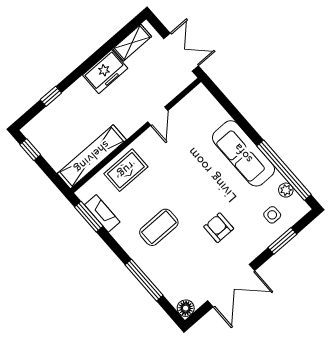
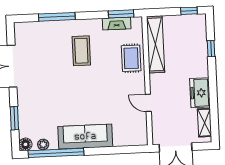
side table: (272, 215) -> (35, 125), removed
armchair: (219, 228) -> (53, 86), removed
floor lamp: (186, 308) -> (25, 144), moved

